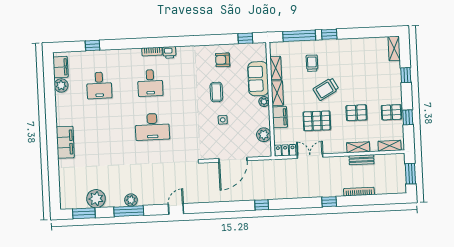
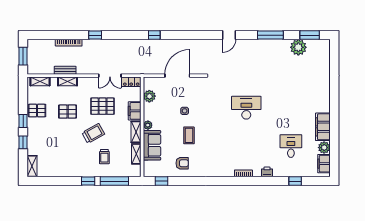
printer: (169, 52) -> (267, 172), moved
desk: (150, 83) -> (246, 146), removed
window: (408, 117) -> (23, 121), moved
filing cabinet: (65, 142) -> (323, 127), moved
plant: (131, 200) -> (268, 45), removed

